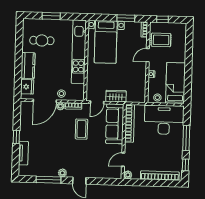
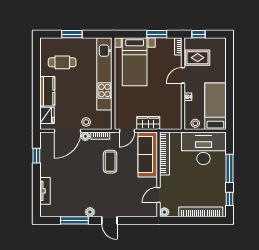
window: (16, 137) -> (36, 156), moved

